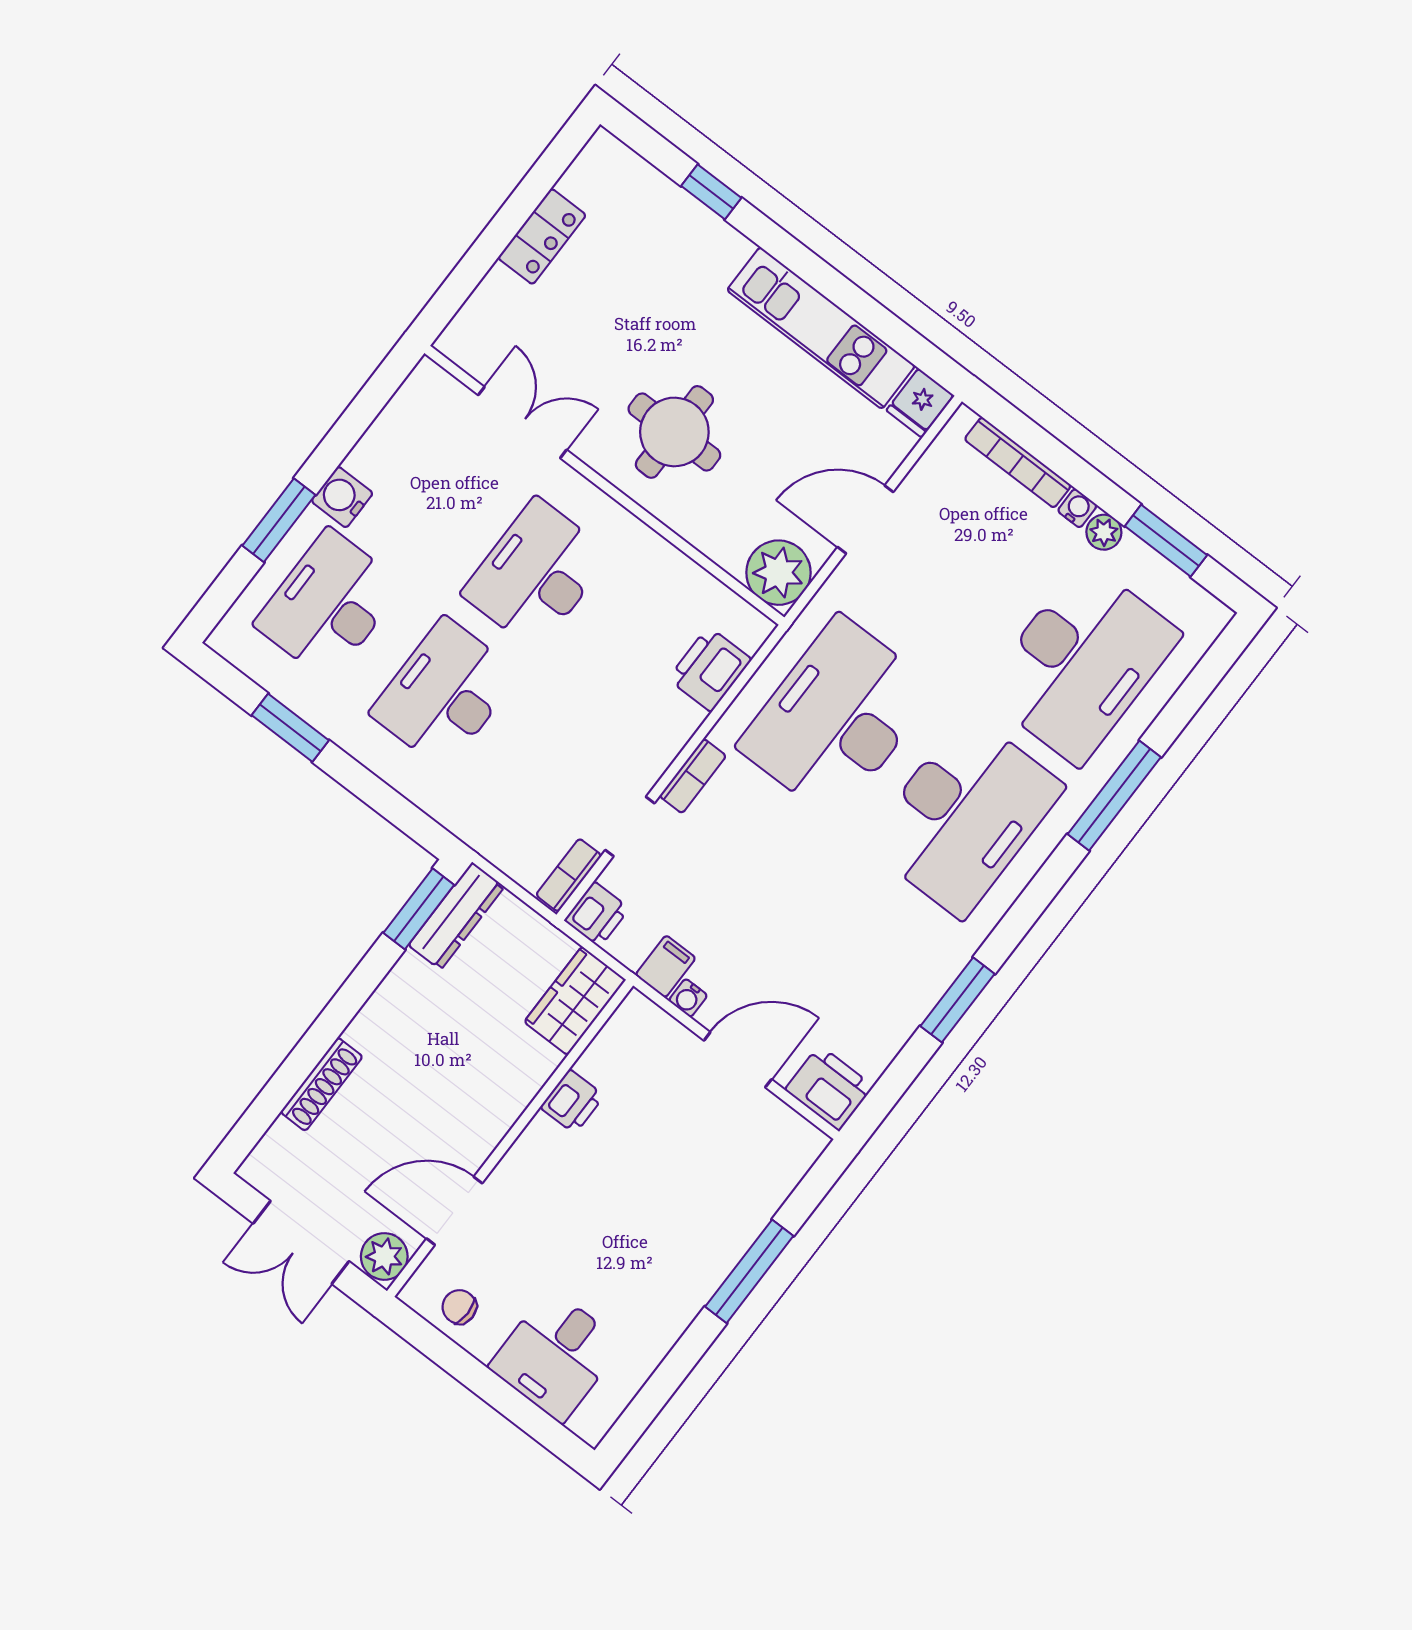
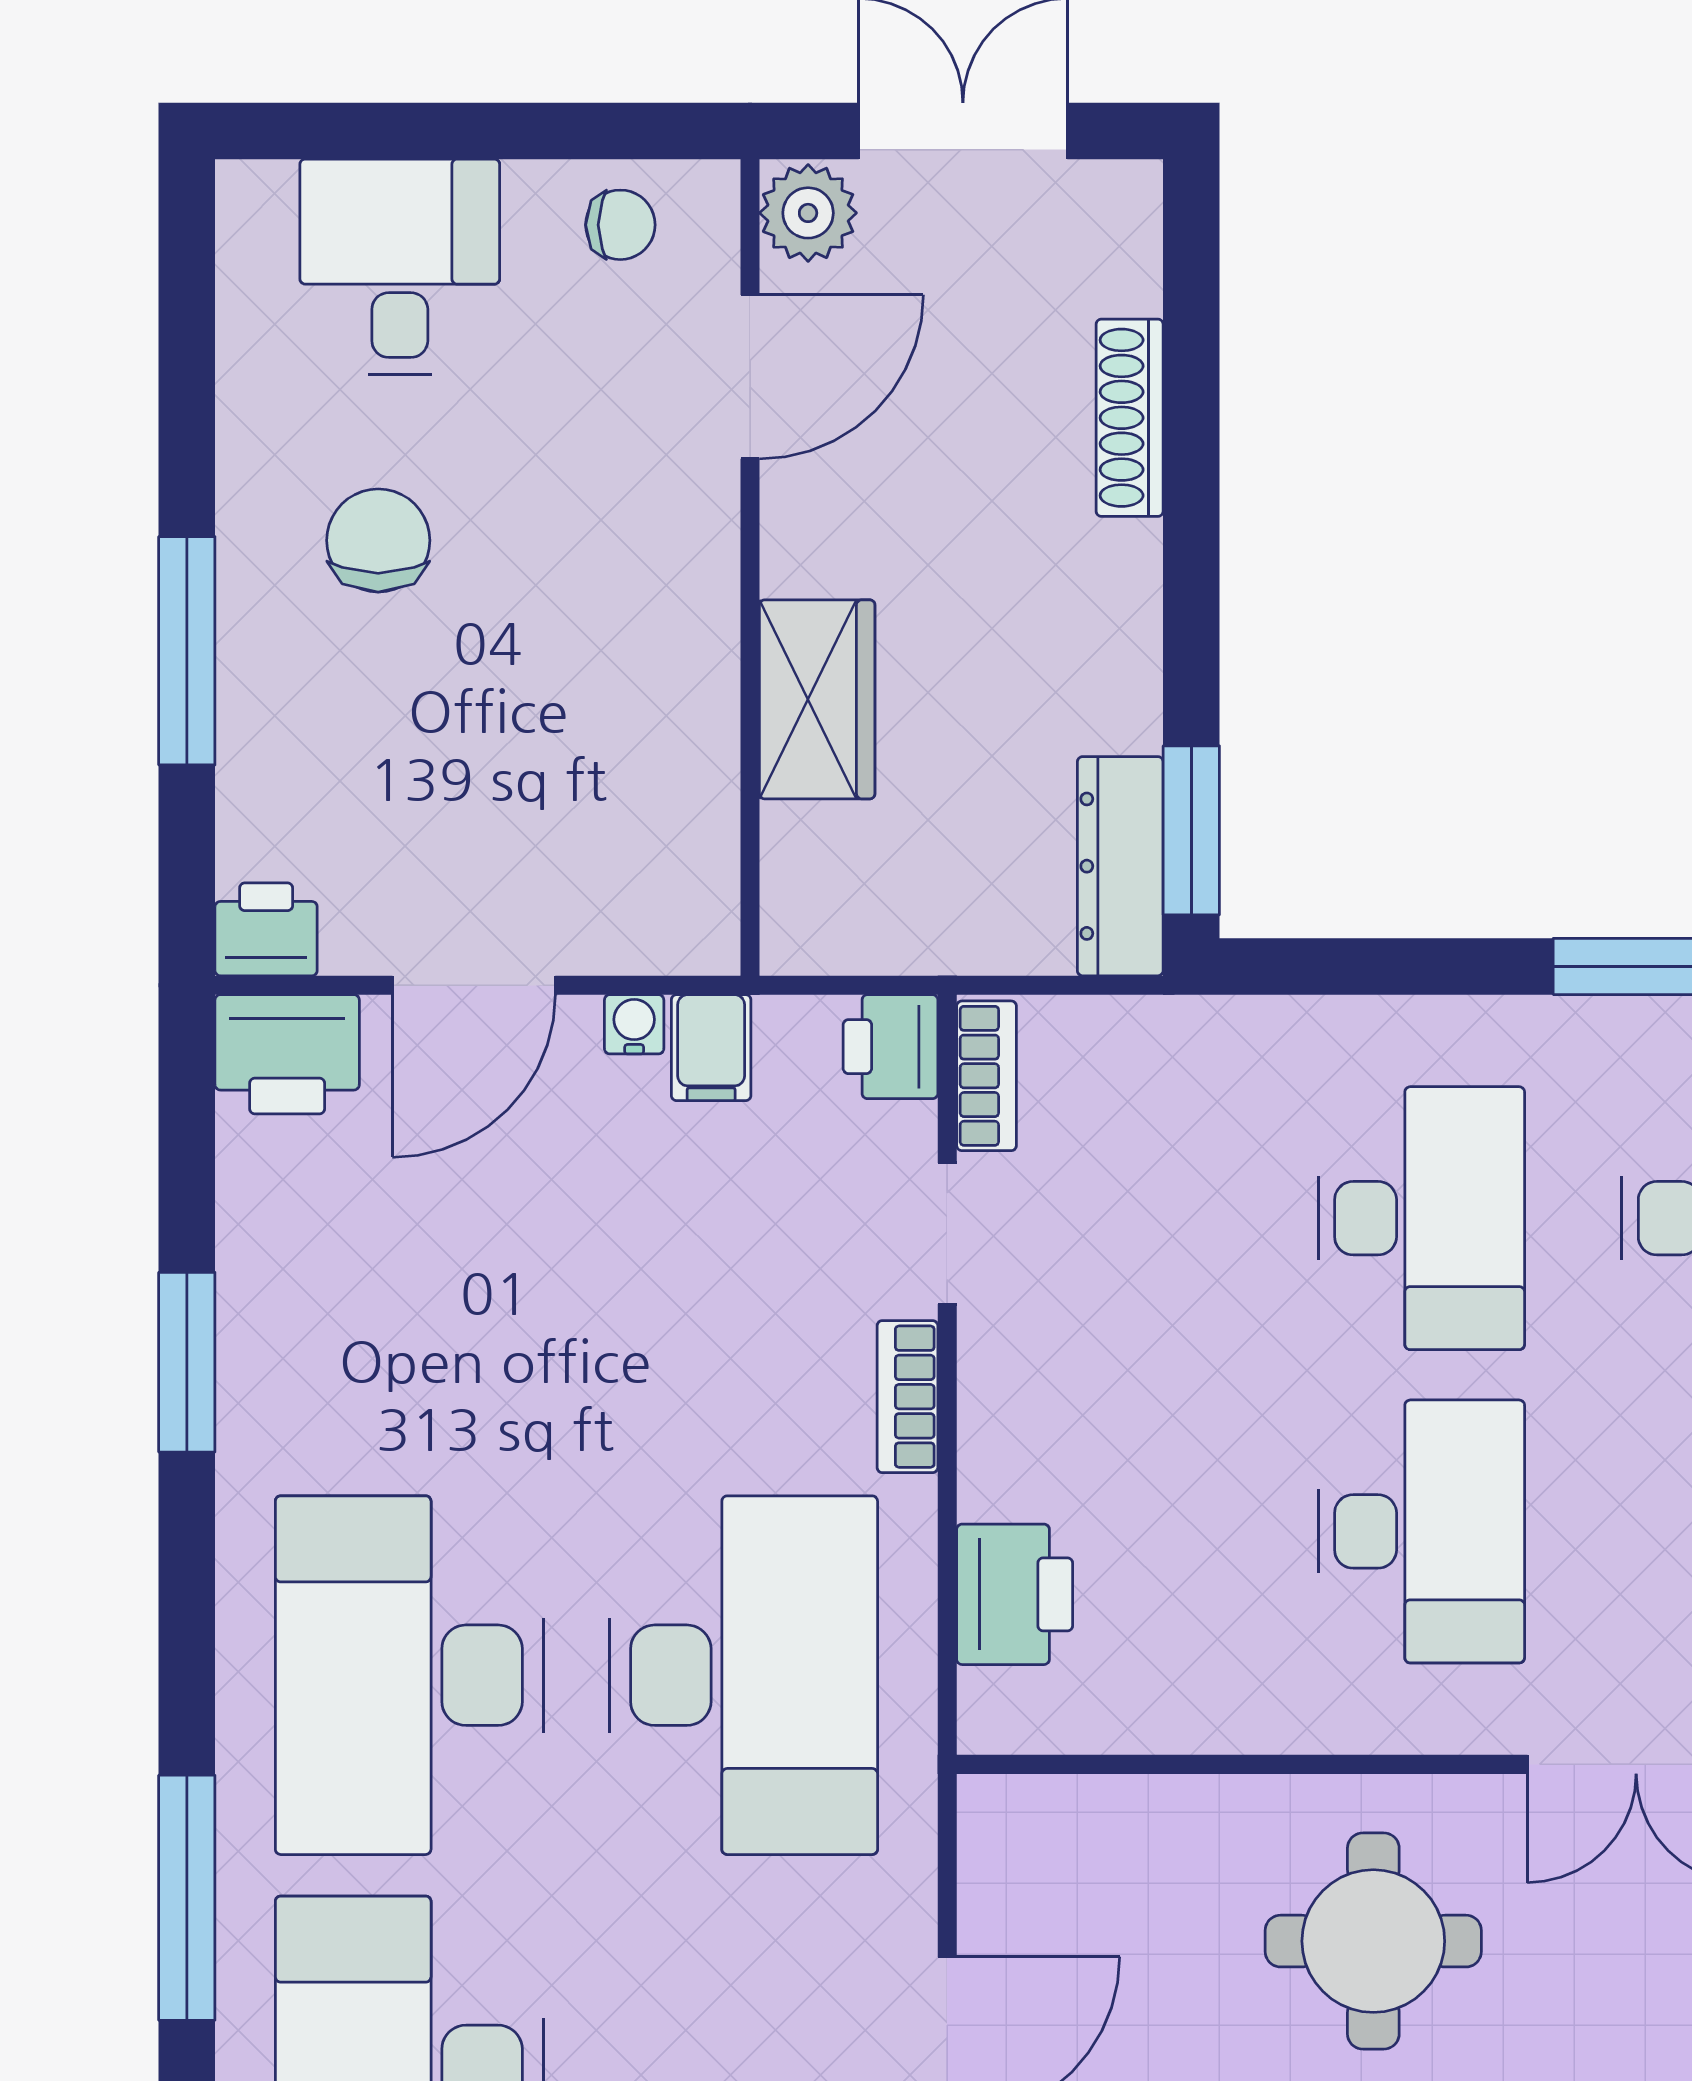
plant: (778, 573) -> (1024, 1841), removed
wardrobe: (575, 1001) -> (817, 699), moved
printer: (572, 1101) -> (266, 929), moved, turned 90
chair: (644, 1257) -> (378, 540), added

